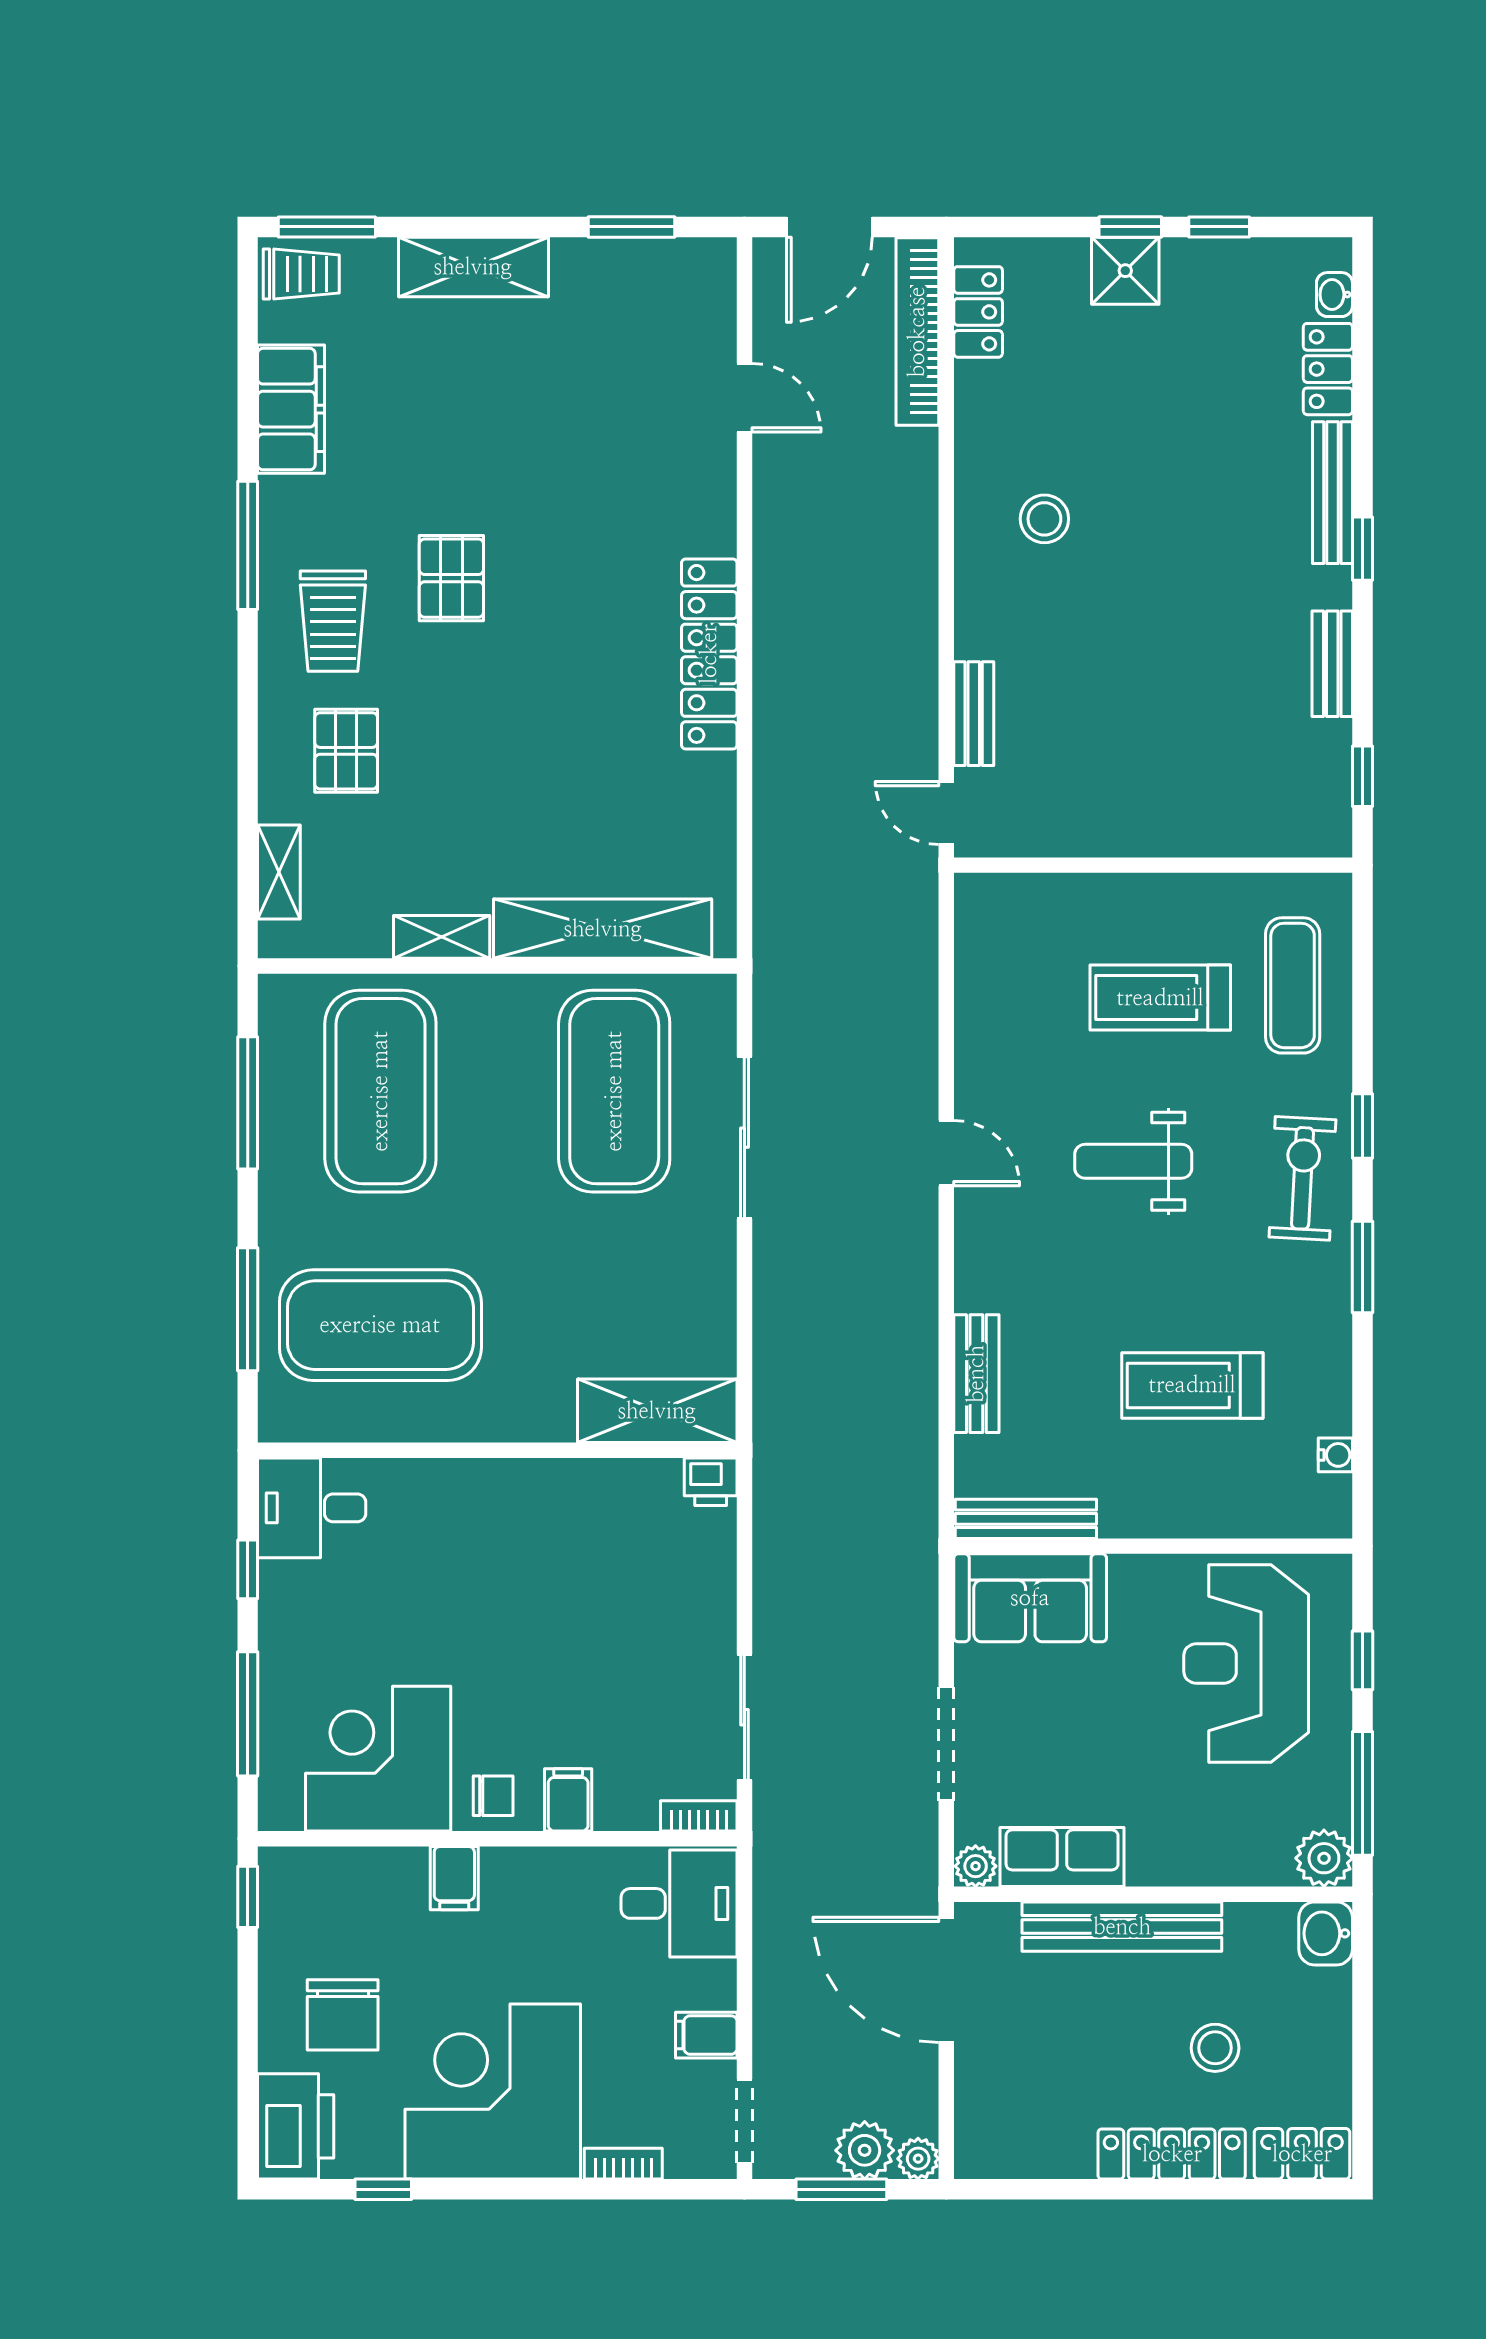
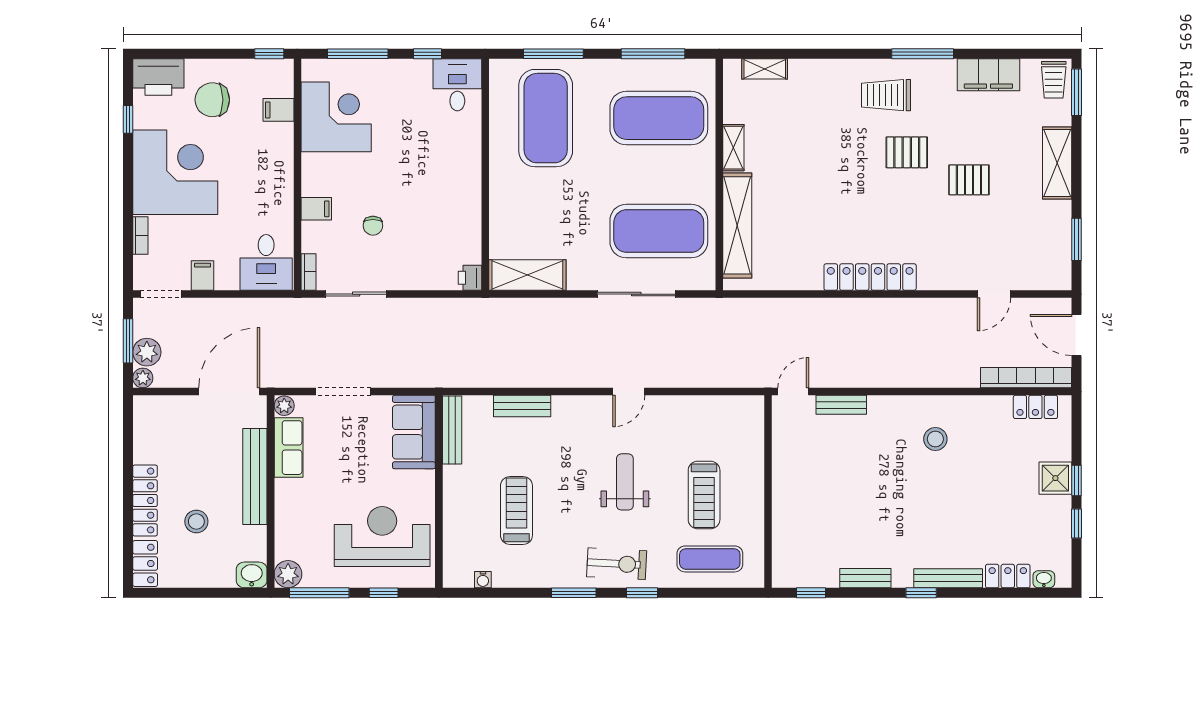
pallet: (346, 751) -> (969, 180), moved
treadmill: (1160, 998) -> (704, 495), turned 180
shelving: (657, 1411) -> (527, 275), moved, turned 90
chair: (493, 1796) -> (373, 226), moved
filing cabinet: (454, 1878) -> (278, 110), moved

